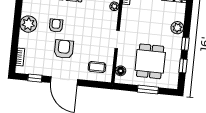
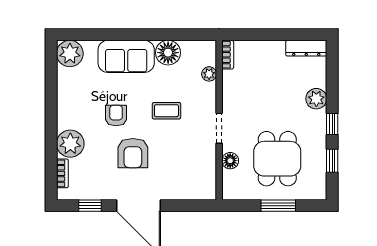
plant: (28, 24) -> (70, 144), moved
armchair: (64, 49) -> (133, 153), turned 180
coffee table: (97, 67) -> (166, 111), moved
floor lamp: (121, 71) -> (230, 161), moved

